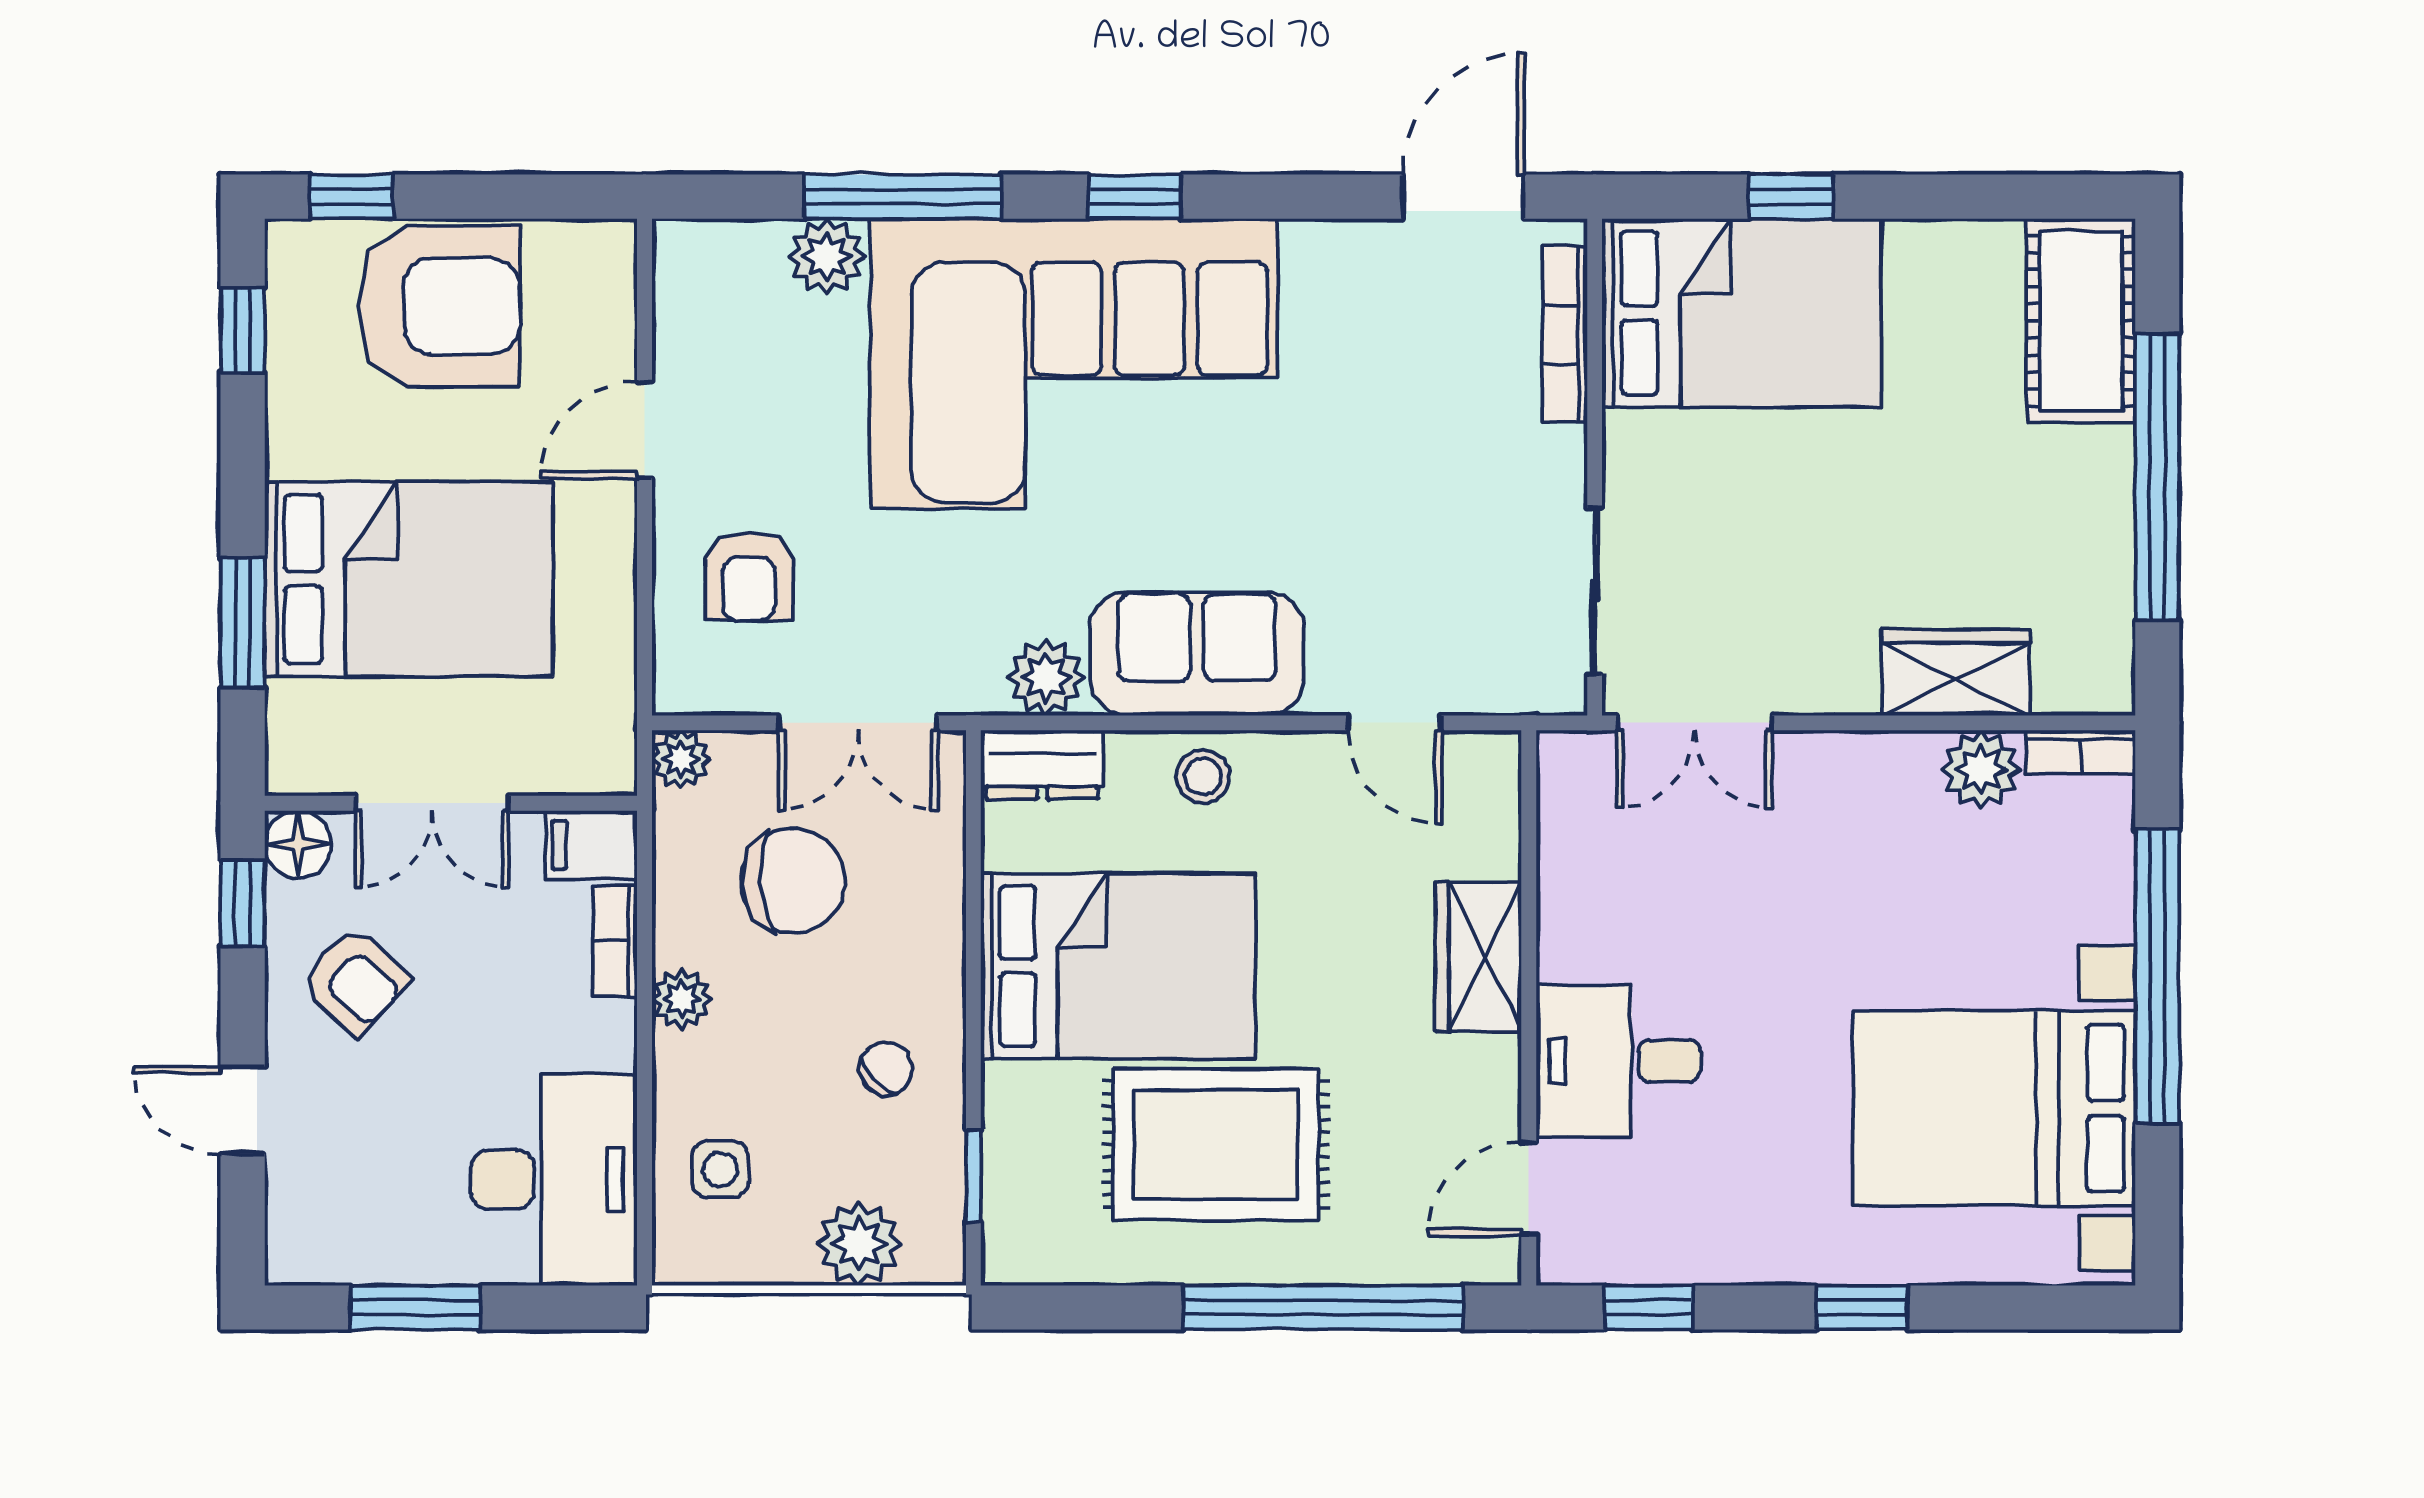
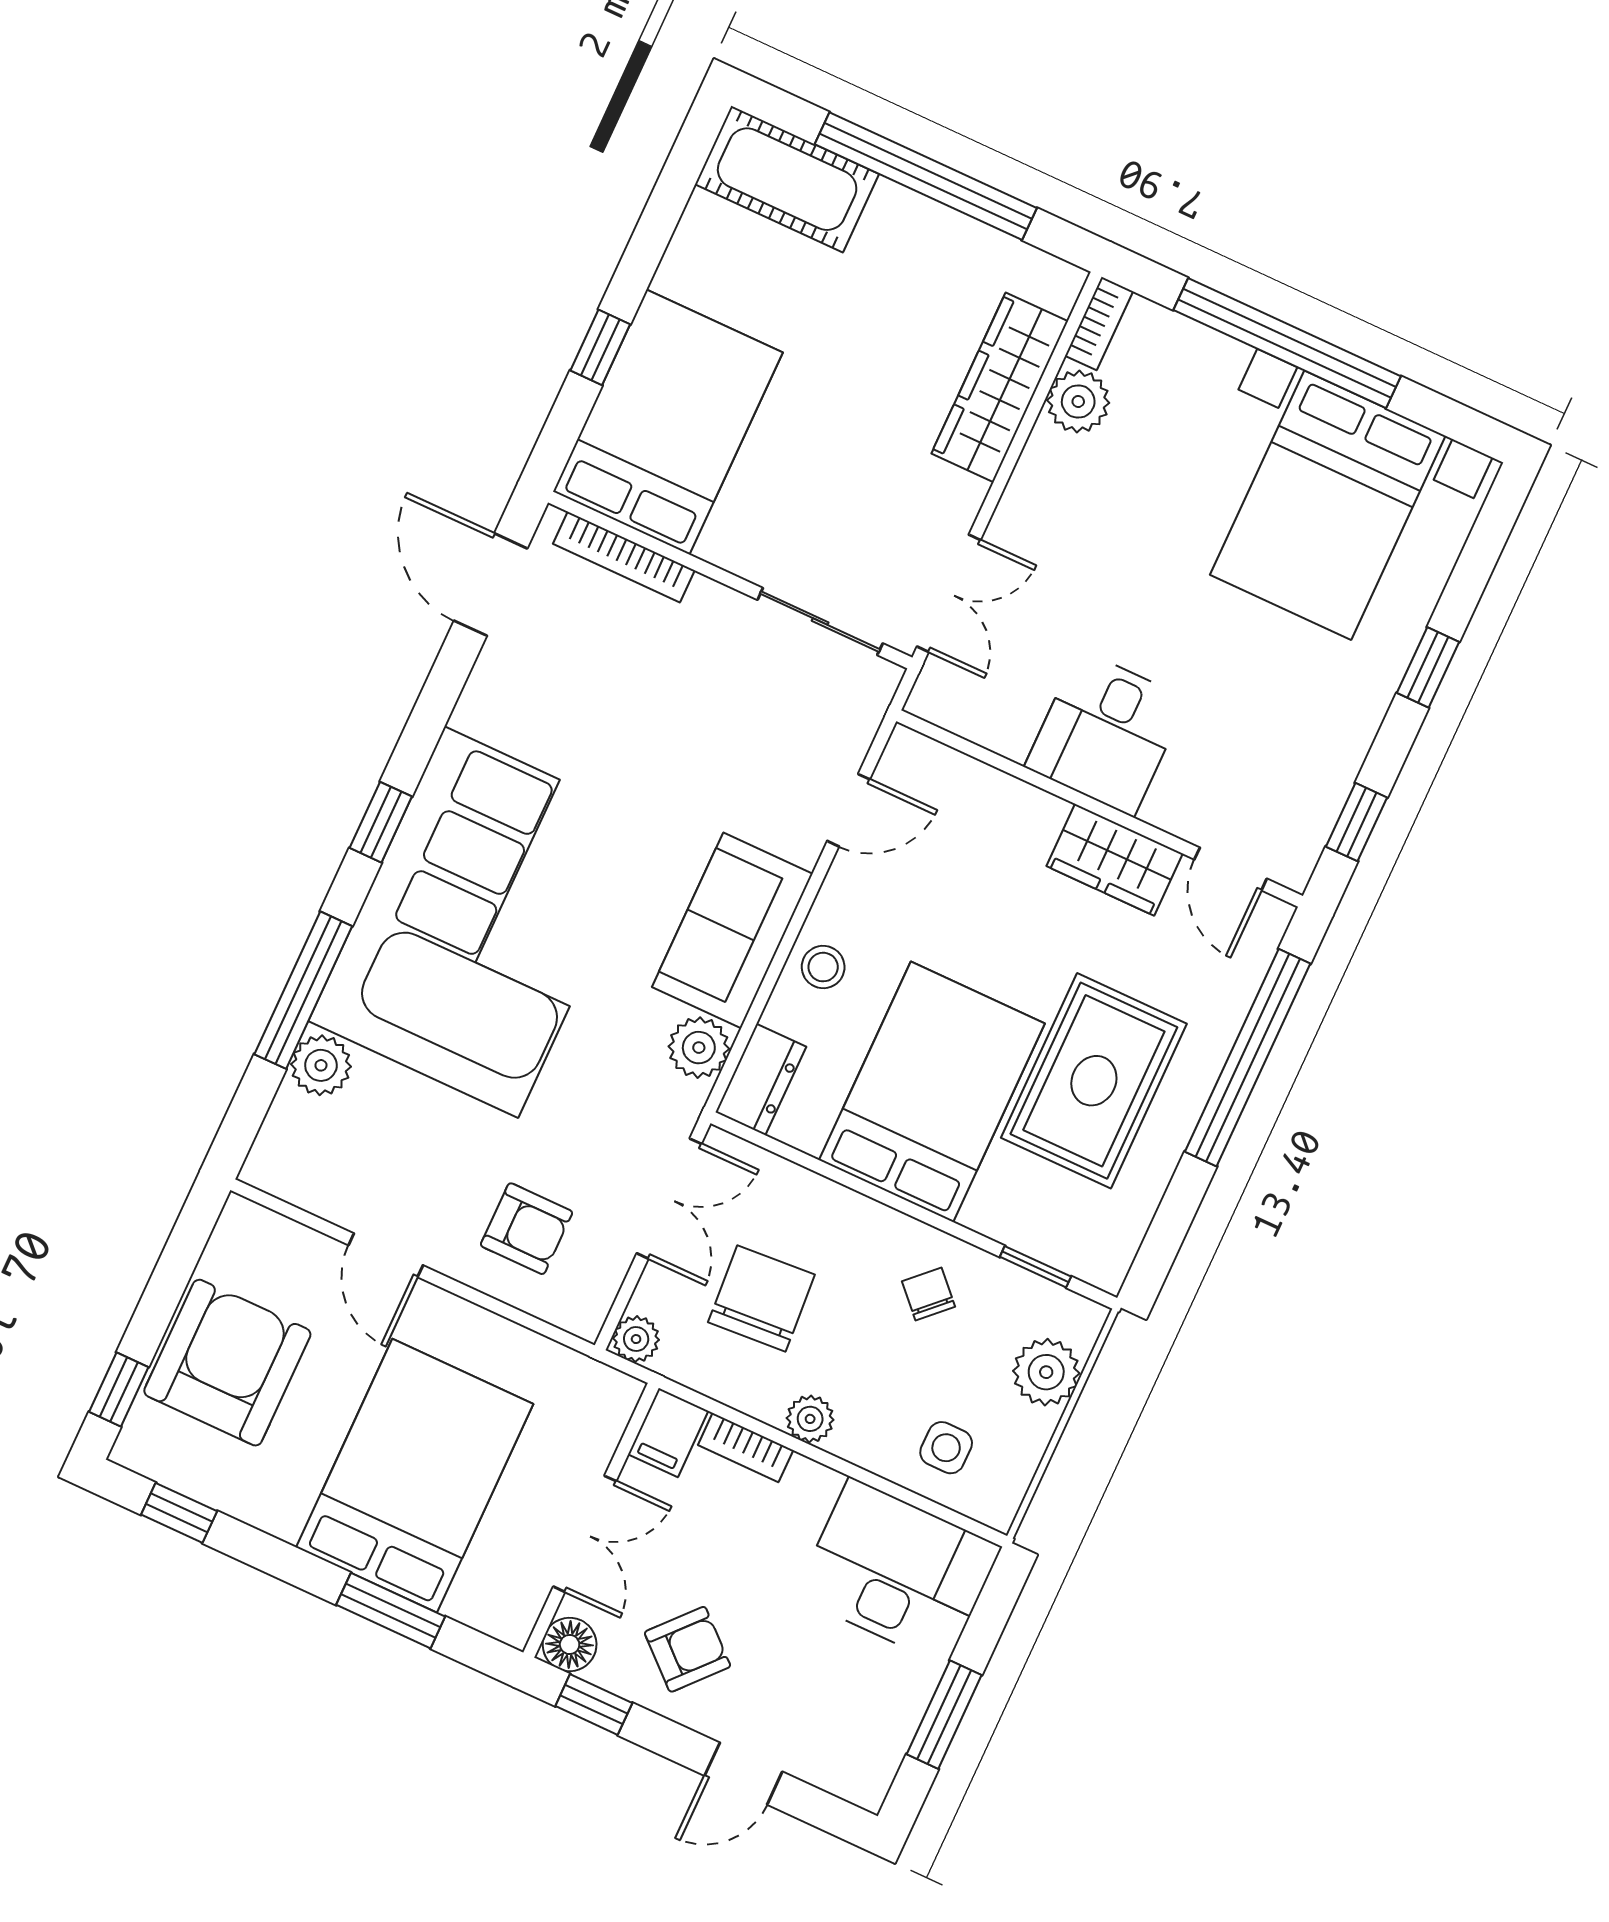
wardrobe: (1956, 672) -> (1000, 387), width x1.50
wardrobe: (1478, 957) -> (1115, 860), moved
desk: (1618, 1061) -> (1106, 733), moved

